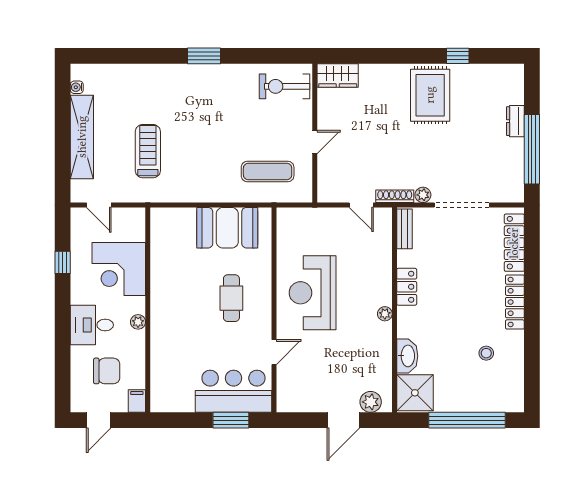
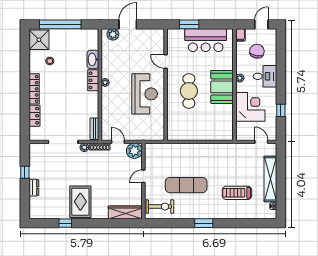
wardrobe: (338, 76) -> (125, 212), width x1.50
window: (532, 149) -> (25, 172), width x0.32
treadmill: (148, 151) -> (237, 193), moved, turned 90
exercise mat: (268, 172) -> (186, 185), moved, width x1.36, depth x1.45
plant: (331, 189) -> (134, 151), added
booth: (227, 228) -> (222, 87), moved, turned 90
locker: (514, 243) -> (34, 116), width x0.66
locker: (407, 287) -> (93, 80), moved
cafe table: (231, 298) -> (189, 91), width x1.37, depth x1.35
door: (274, 352) -> (166, 62), hinge flipped
chair: (107, 371) -> (257, 51), turned 100
bar counter: (234, 391) -> (206, 40), moved
shower: (415, 393) -> (39, 40), moved

